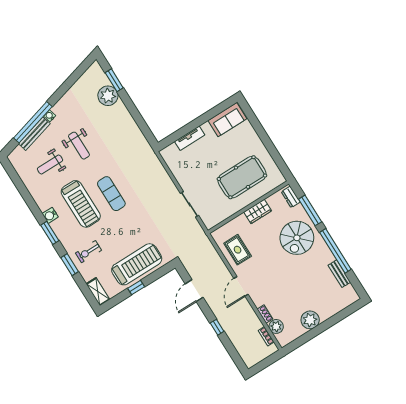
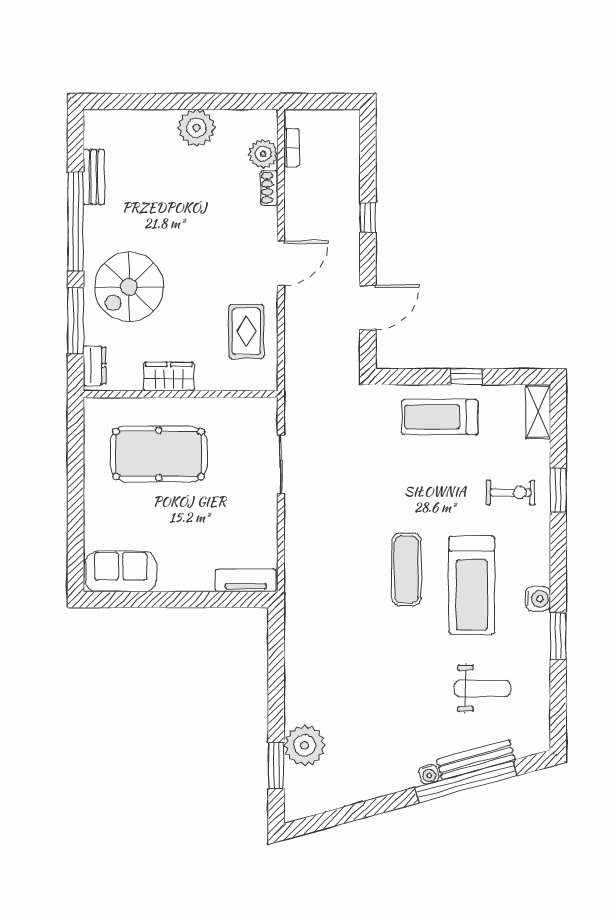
tv unit: (190, 138) -> (246, 580), moved
weight bench: (79, 146) -> (410, 690), removed
treadmill: (81, 204) -> (472, 585), turned 180
window: (50, 233) -> (558, 636), moved
spiral stairs: (297, 238) -> (129, 287), turned 180
treadmill: (137, 264) -> (440, 417), width x0.73, depth x0.73

